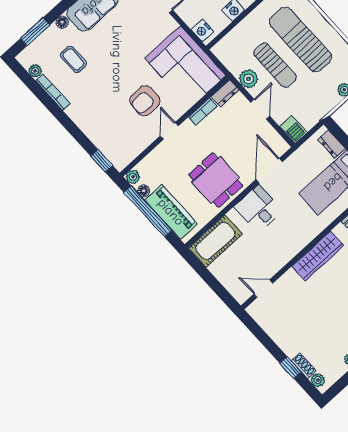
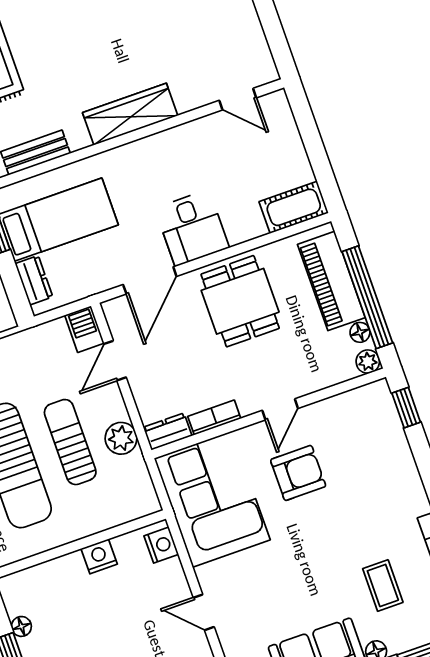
door: (260, 109) -> (115, 361), moved
cot: (215, 241) -> (294, 207), width x0.73, depth x0.75

